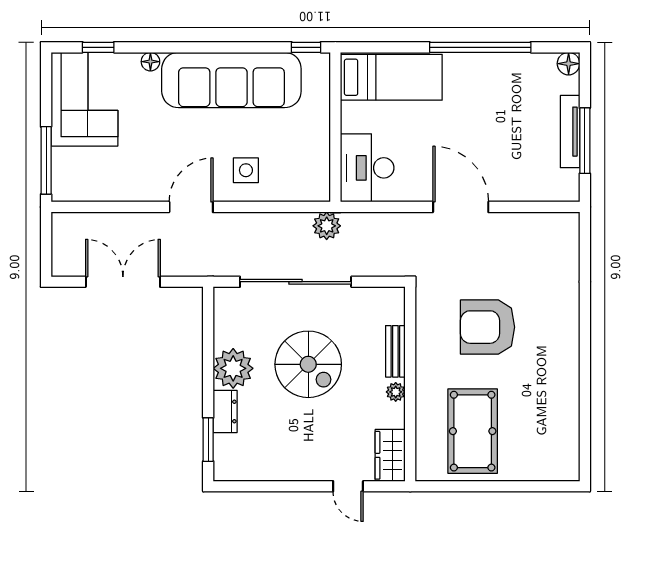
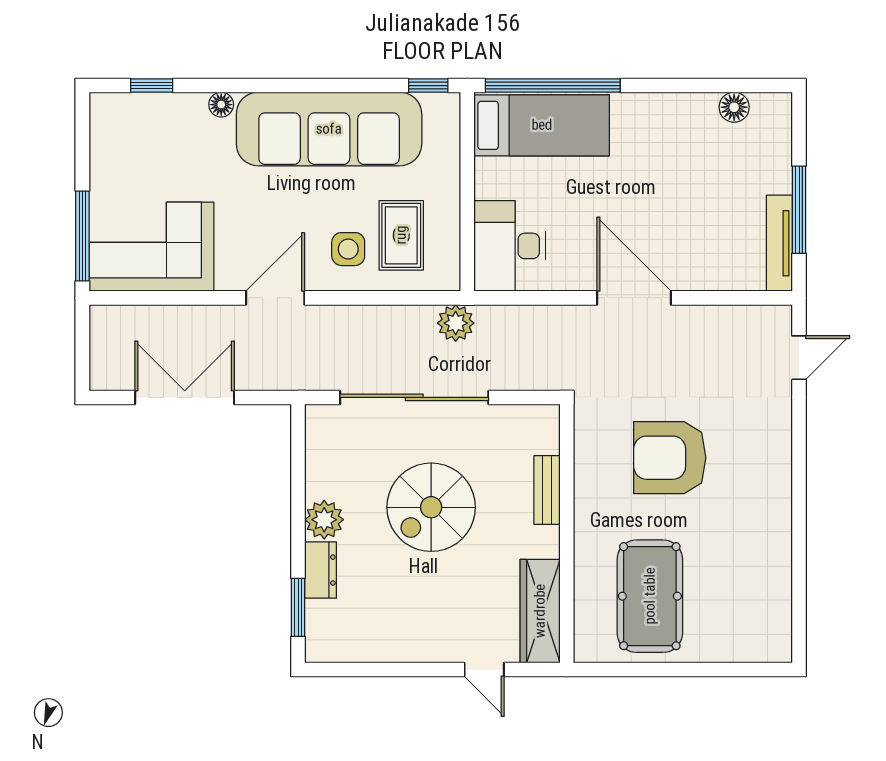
window: (480, 47) -> (553, 86), moved
floor lamp: (569, 64) -> (734, 107), moved
corner sofa: (85, 99) -> (151, 247), moved, turned -90
tv unit: (570, 132) -> (779, 243), moved
rug: (286, 160) -> (401, 235), added
door: (585, 252) -> (799, 358), added
spiral stairs: (308, 364) -> (431, 507), turned 90
plant: (233, 368) -> (324, 520), width x0.73, depth x0.73
plant: (396, 392) -> (548, 544), removed
wardrobe: (390, 455) -> (540, 611), width x1.50

